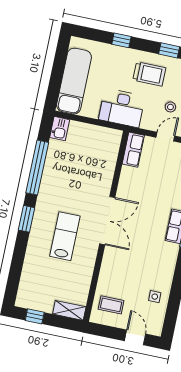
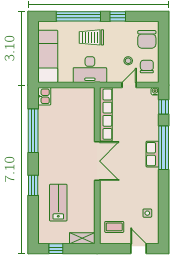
window: (121, 40) -> (78, 16), width x3.17
trolley: (149, 74) -> (91, 37), moved, turned 180
row of seats: (133, 150) -> (106, 114), width x2.02
window: (27, 219) -> (33, 185), moved
lab bench: (65, 236) -> (58, 203), moved

